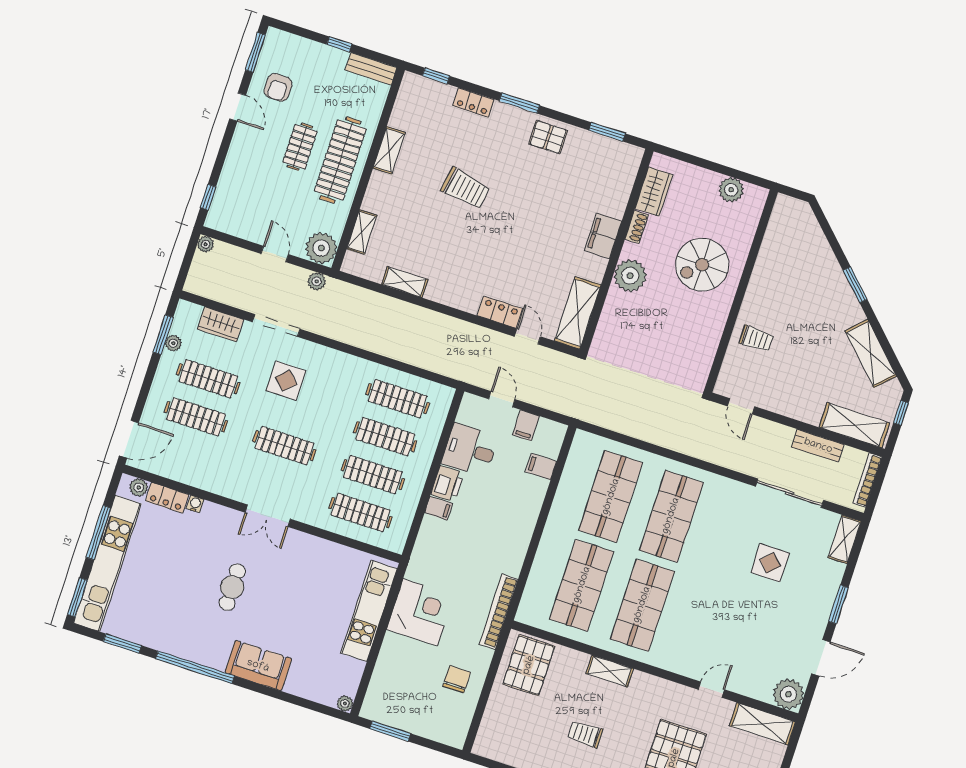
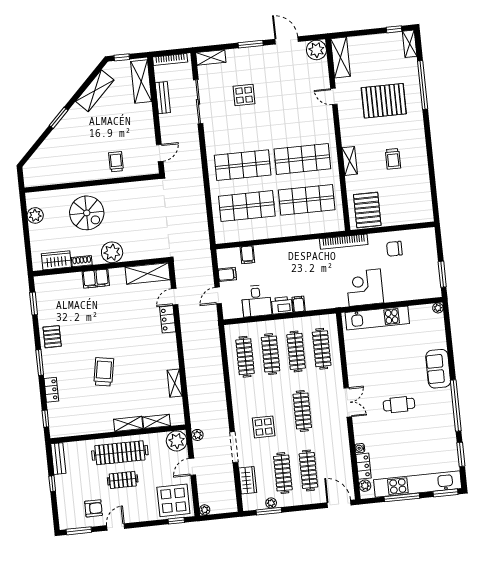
shelving: (389, 150) -> (128, 424), moved
display table: (239, 206) -> (173, 500), added
pallet: (529, 665) -> (367, 210), turned 90

